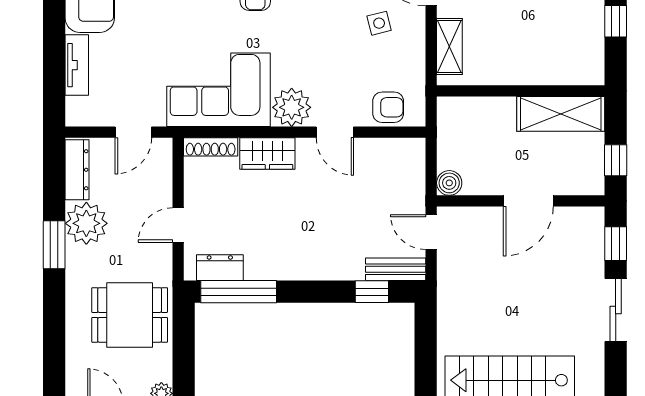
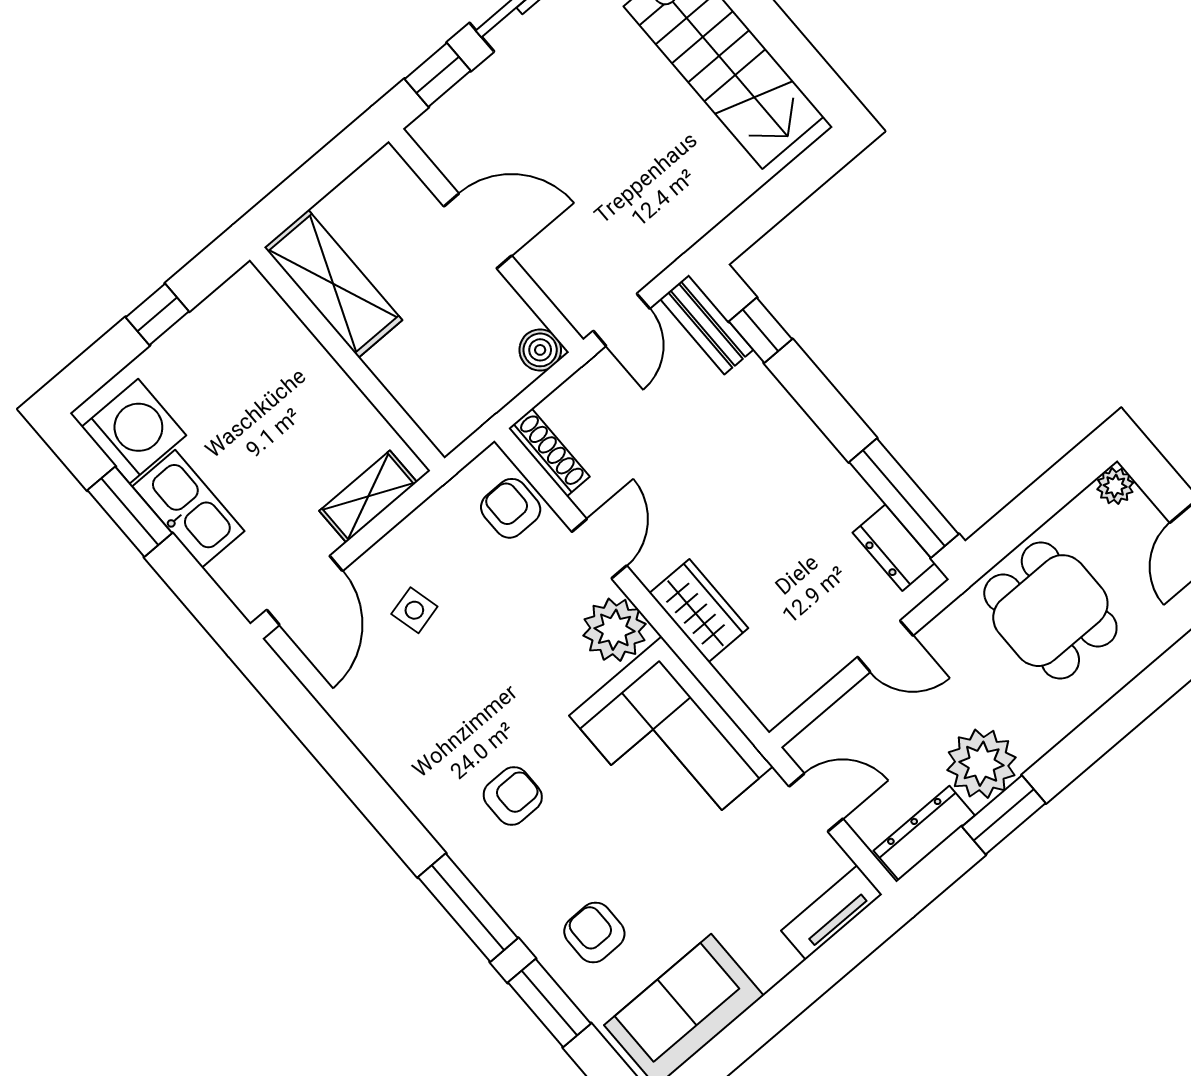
tv unit: (77, 65) -> (832, 912), moved
shoe rack: (211, 147) -> (549, 453), moved
window: (616, 160) -> (333, 165), removed
window: (54, 245) -> (1004, 815), moved

